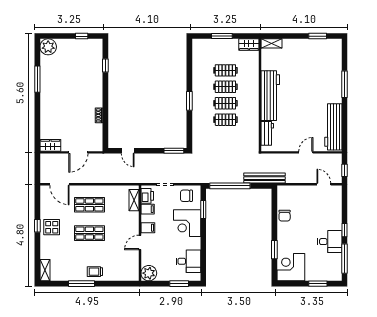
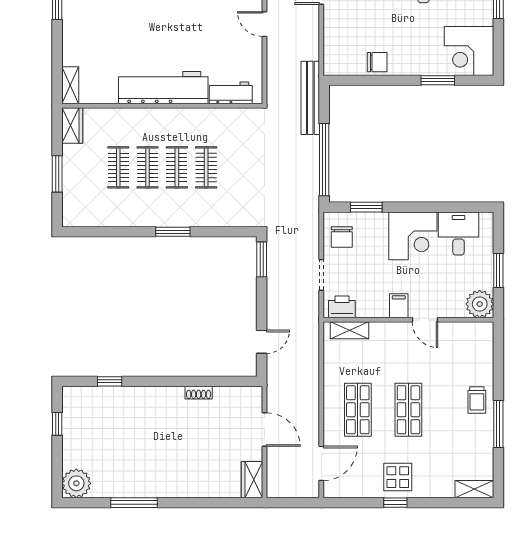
filing cabinet: (148, 209) -> (366, 306), removed
corner desk: (187, 223) -> (413, 236), moved
window: (179, 284) -> (498, 271), moved

